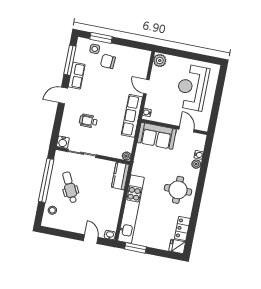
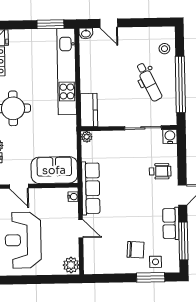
reception desk: (192, 88) -> (23, 240), turned 180
wheelchair: (88, 121) -> (160, 171), moved

